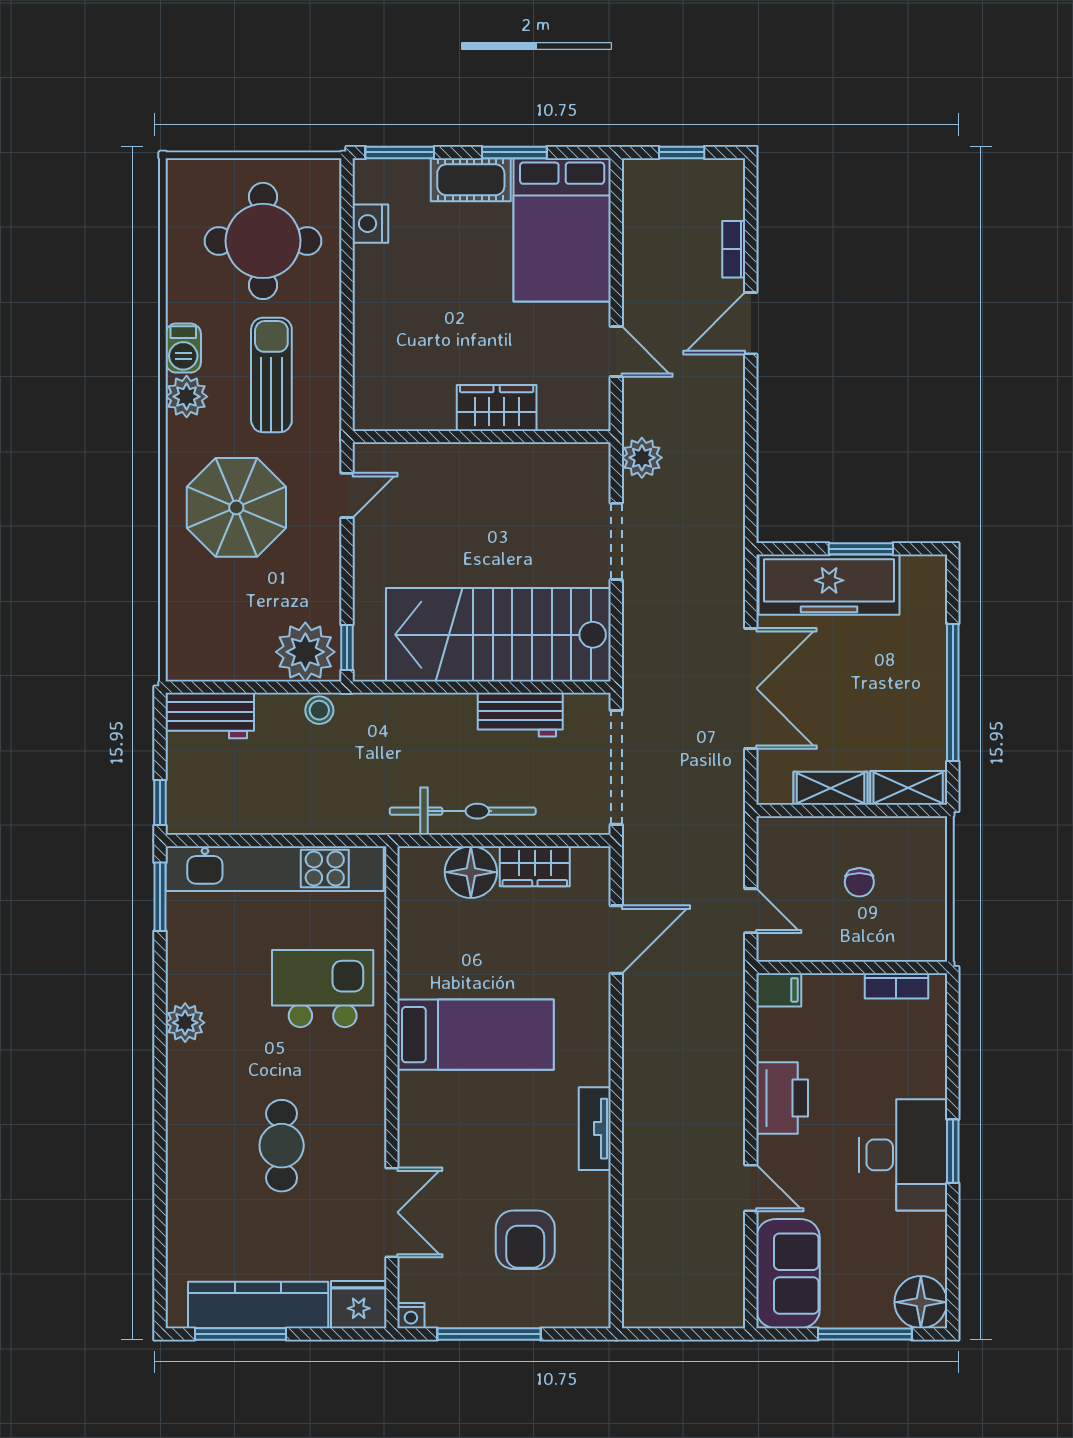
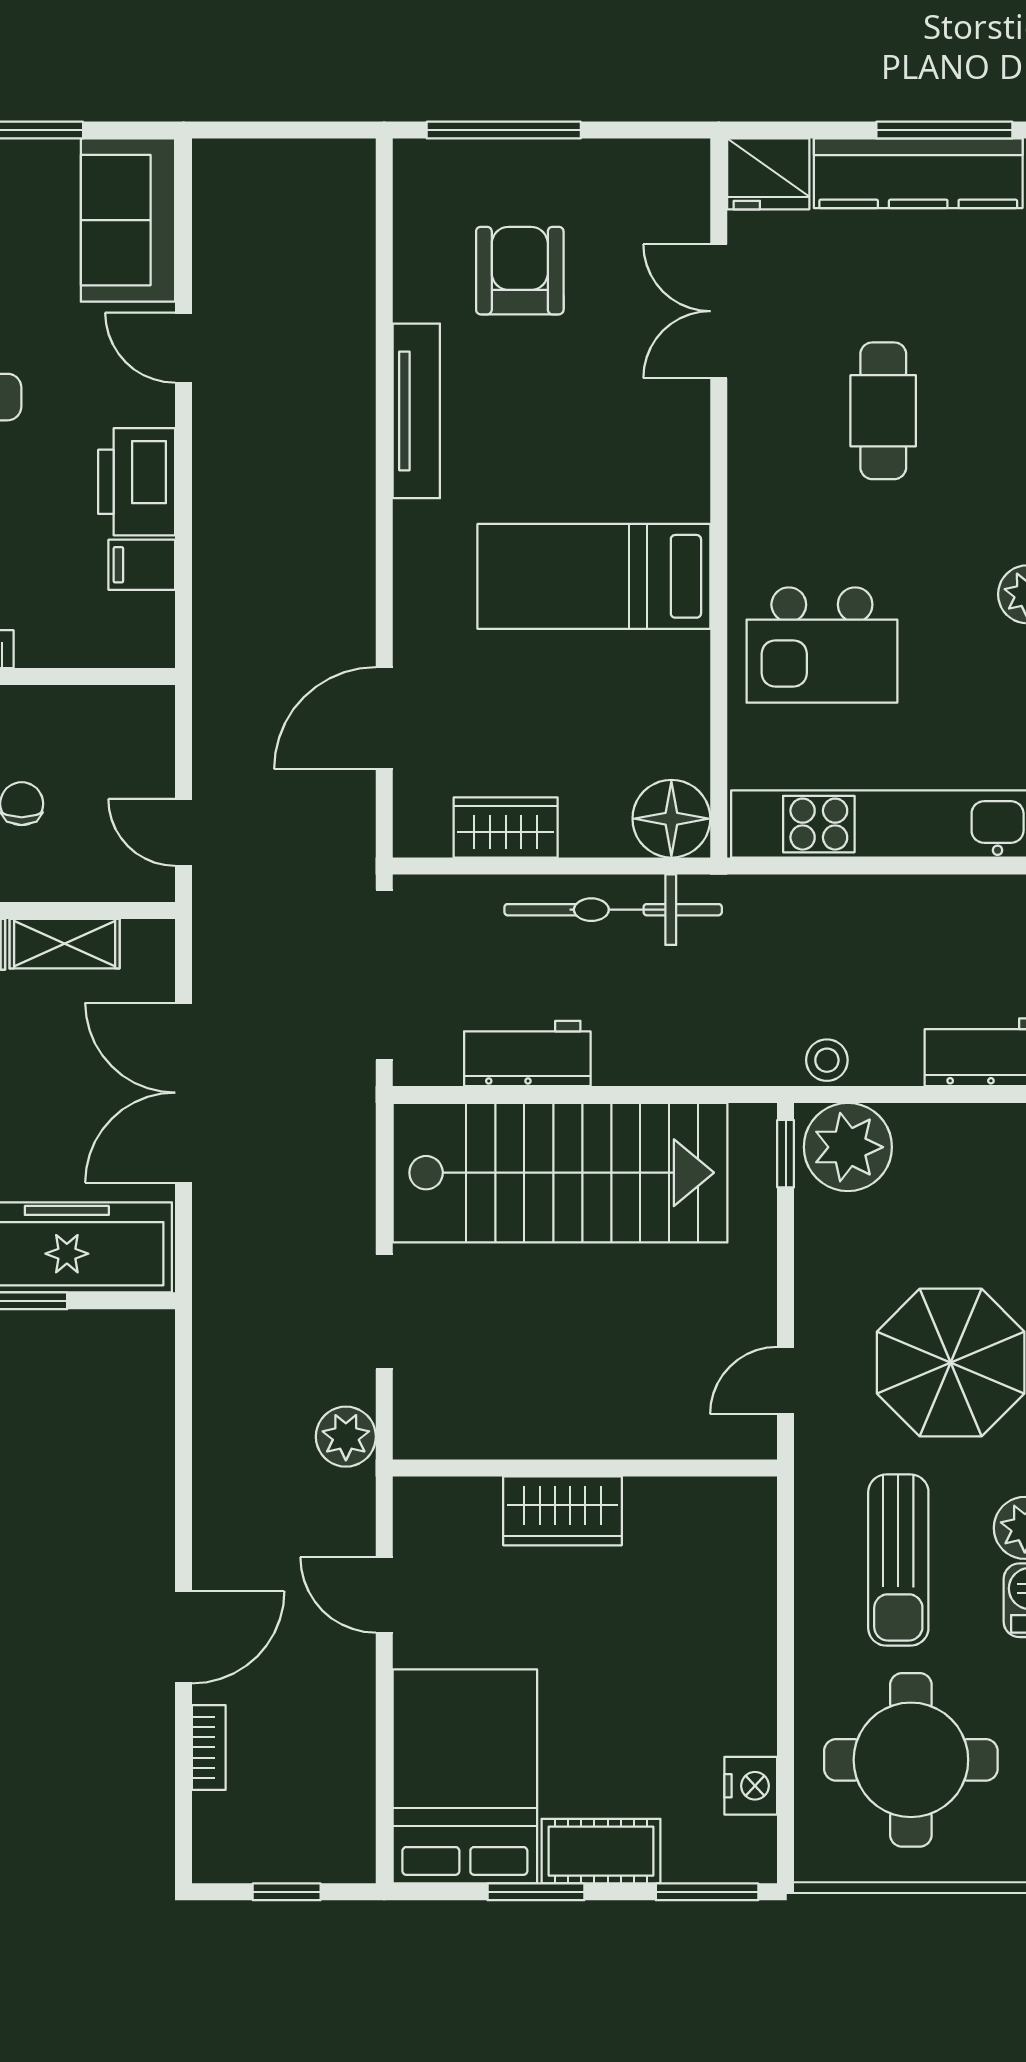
floor lamp: (471, 872) -> (671, 819), moved
door: (751, 911) -> (184, 832), moved
filing cabinet: (779, 990) -> (142, 565), moved
tv unit: (595, 1129) -> (416, 411), width x1.41
nightstand: (411, 1316) -> (690, 157), removed
window: (489, 1334) -> (504, 130), moved

